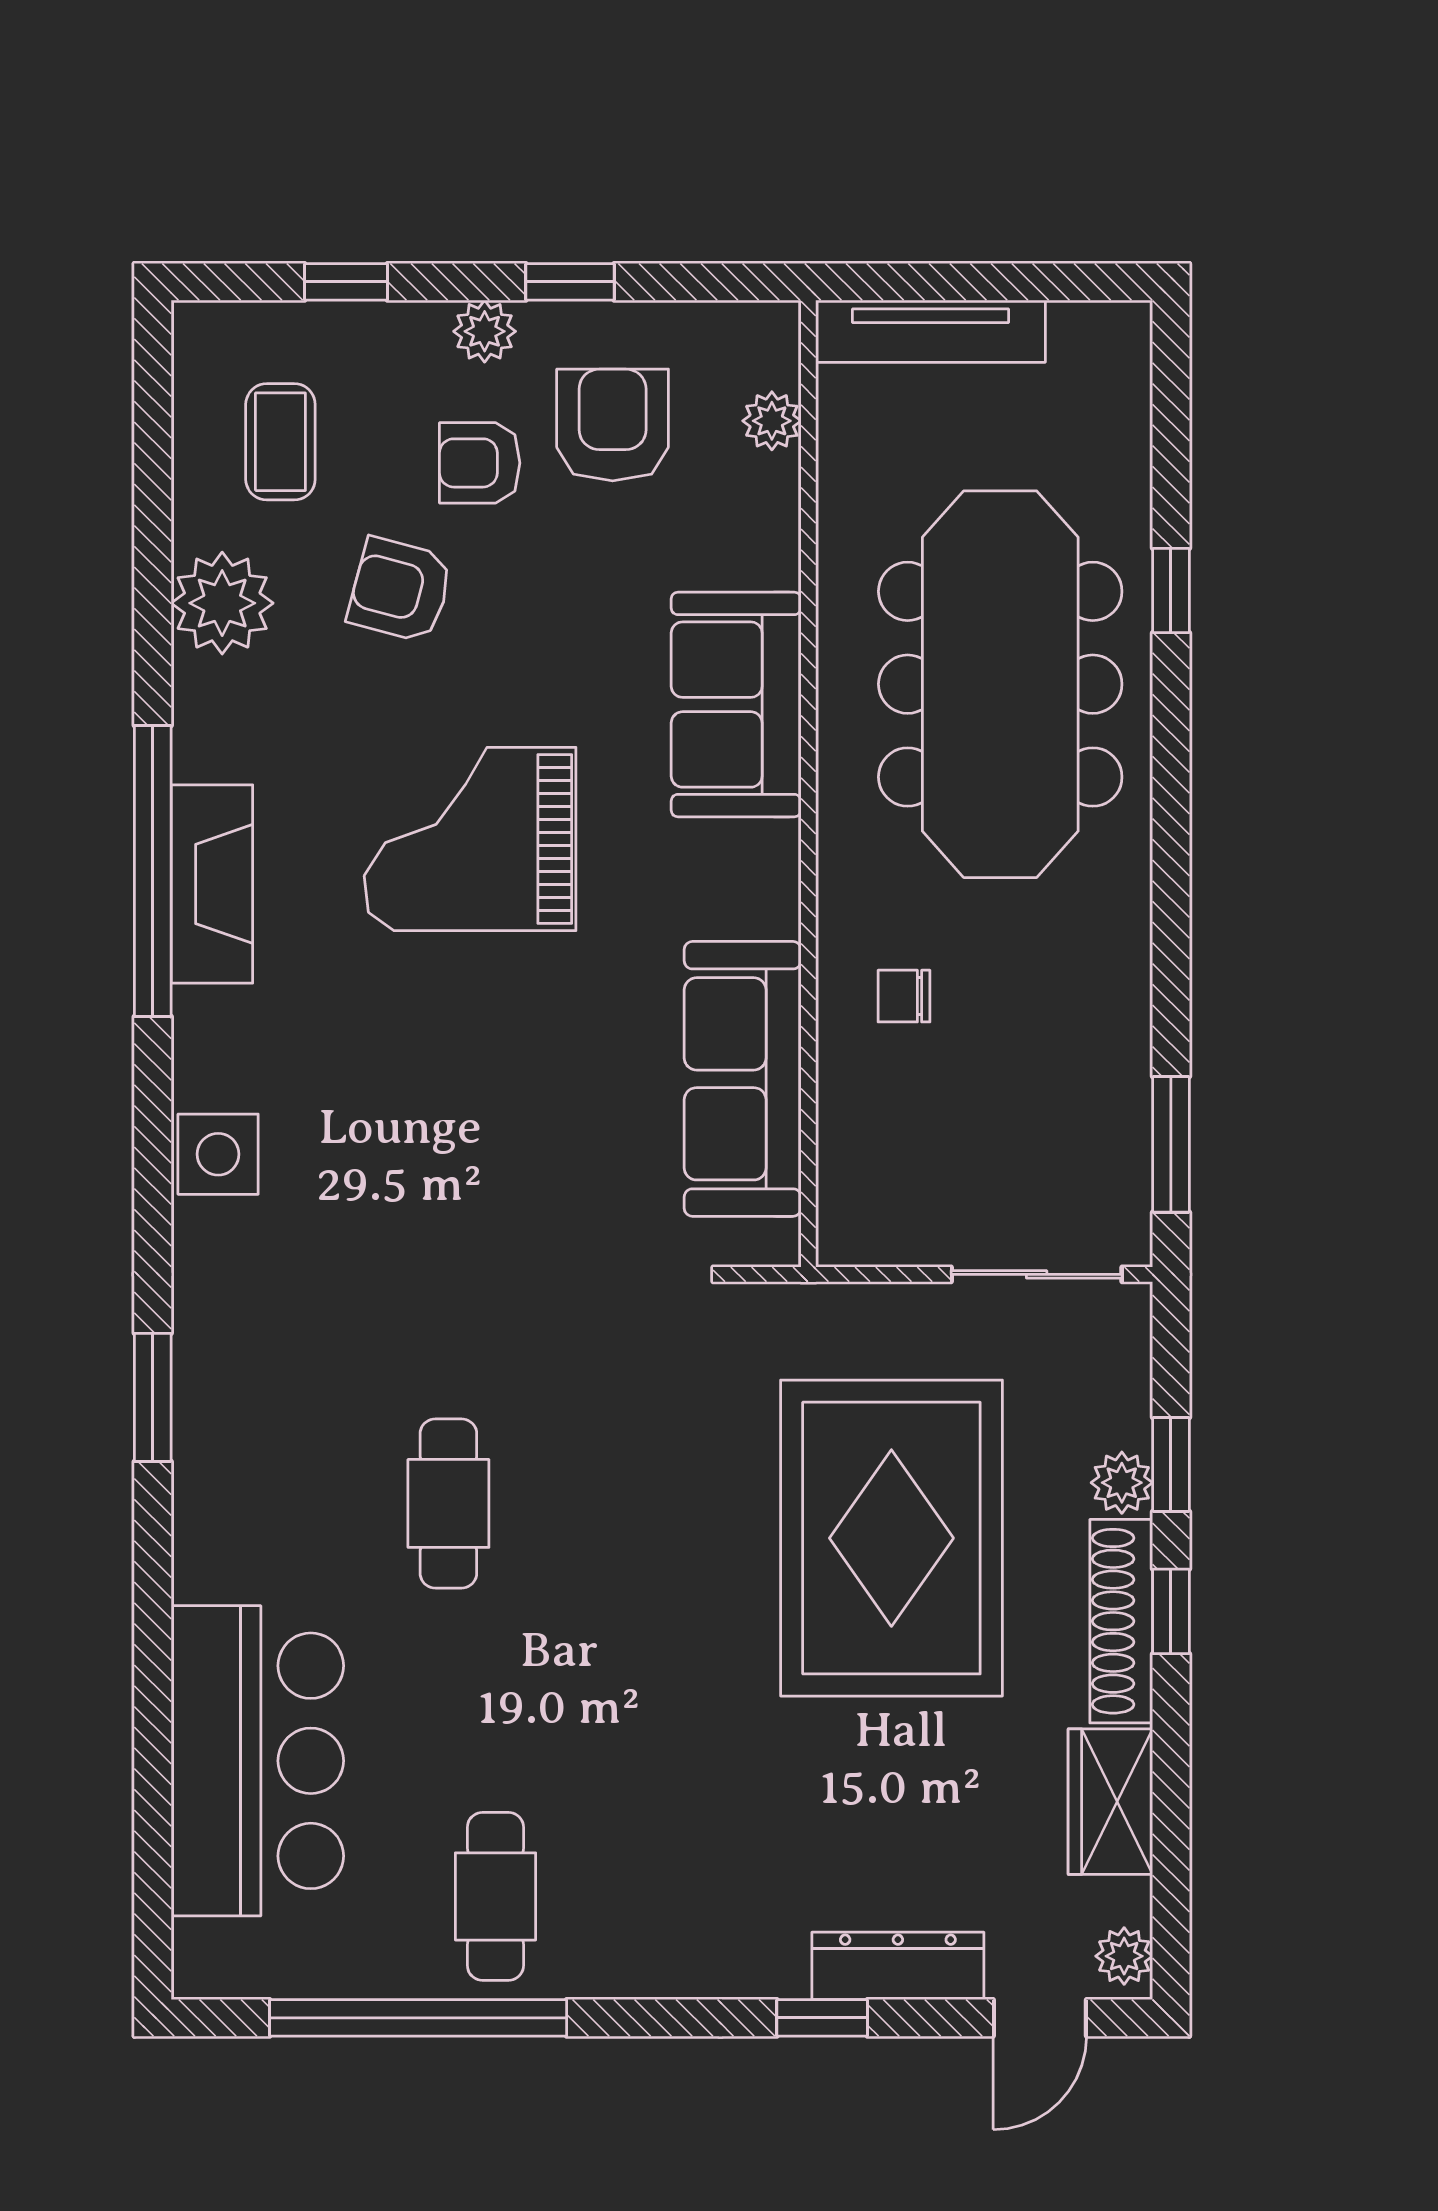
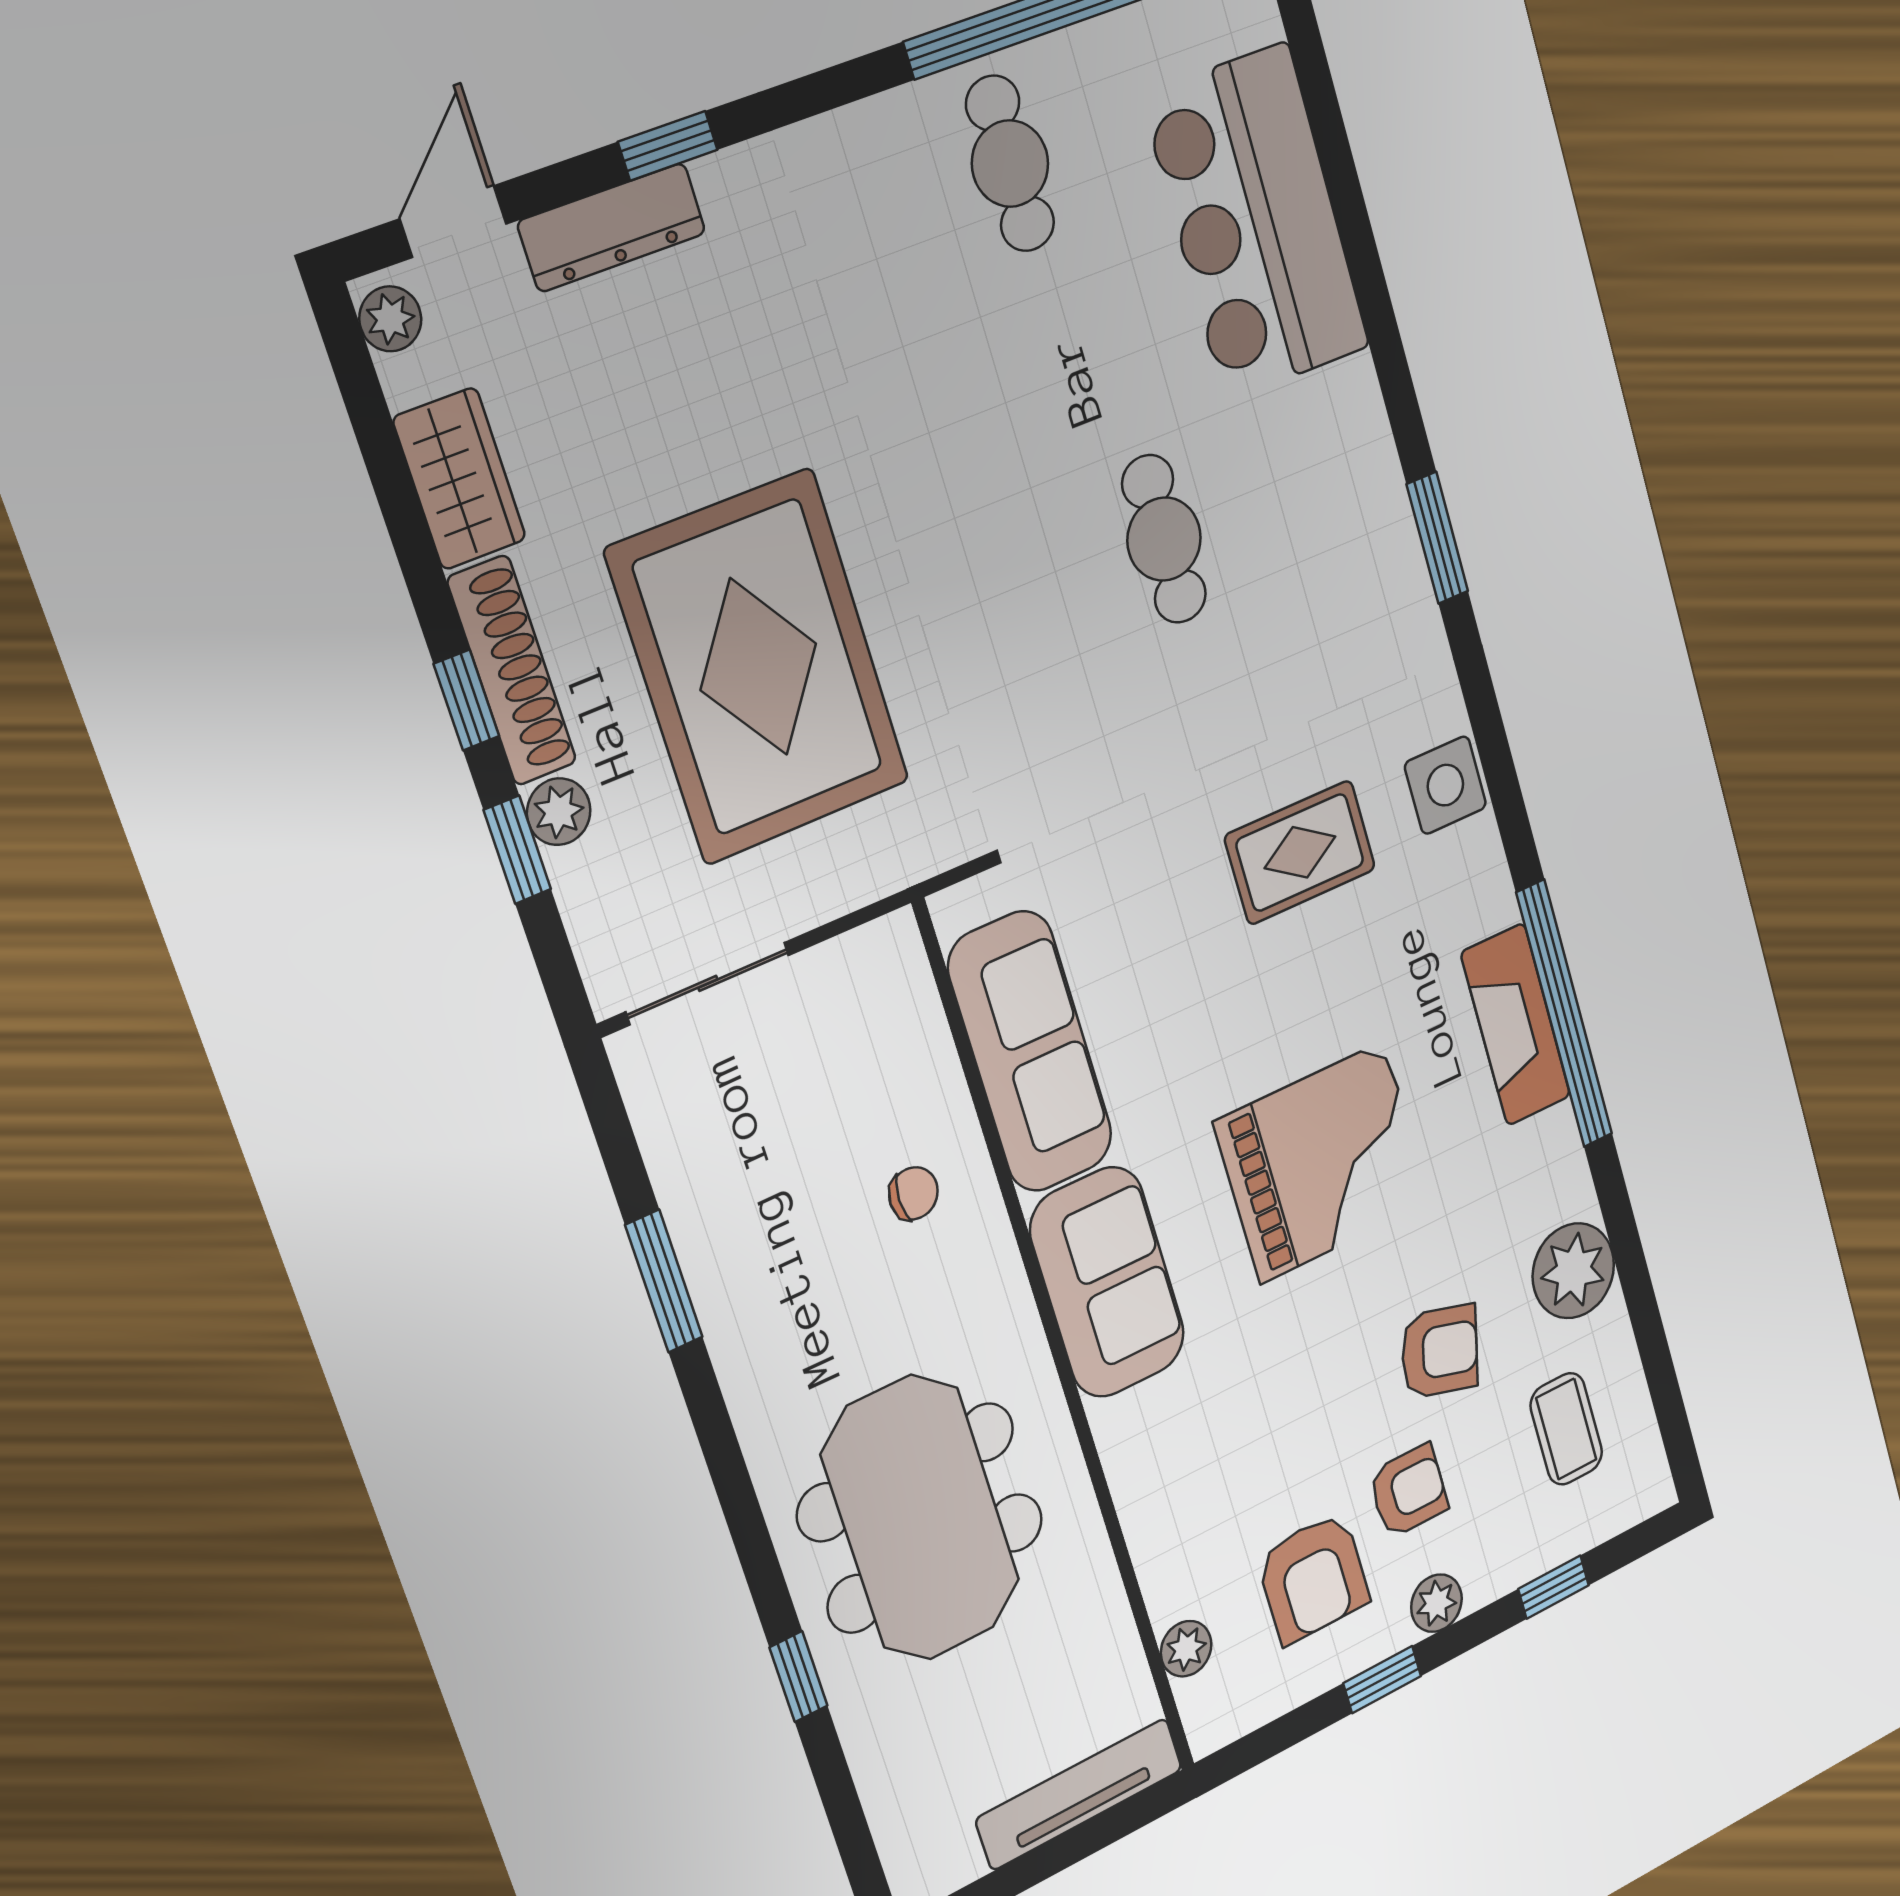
meeting table: (1000, 684) -> (921, 1518), width x0.73
sofa: (736, 705) -> (1107, 1282), moved
window: (1171, 1144) -> (664, 1281), moved
rug: (399, 1152) -> (1300, 852), added

